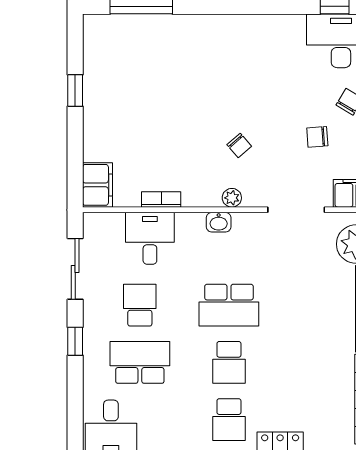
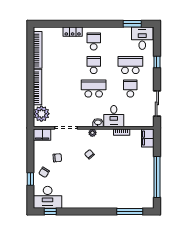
window: (75, 90) -> (157, 177), width x3.17
desk: (150, 238) -> (114, 116), moved
school desk: (140, 305) -> (130, 89), turned 180
window: (75, 341) -> (157, 62), moved
school desk: (140, 362) -> (130, 65), turned 180

